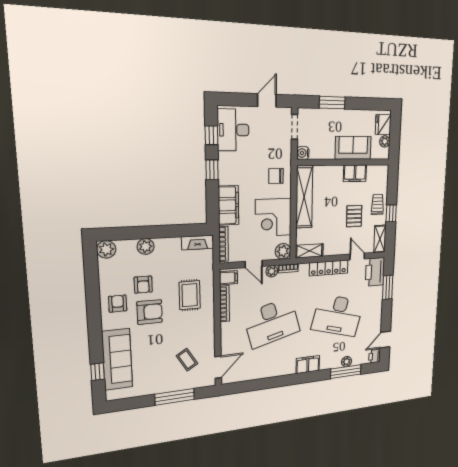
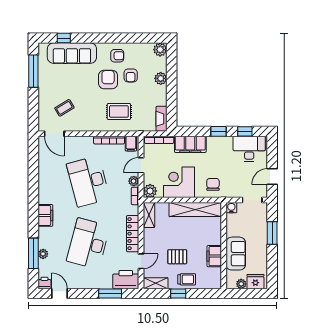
door: (267, 100) -> (272, 176), swing flipped
armchair: (143, 285) -> (131, 75), turned -90
armchair: (150, 312) -> (108, 79), turned 180
window: (175, 397) -> (33, 71), moved

